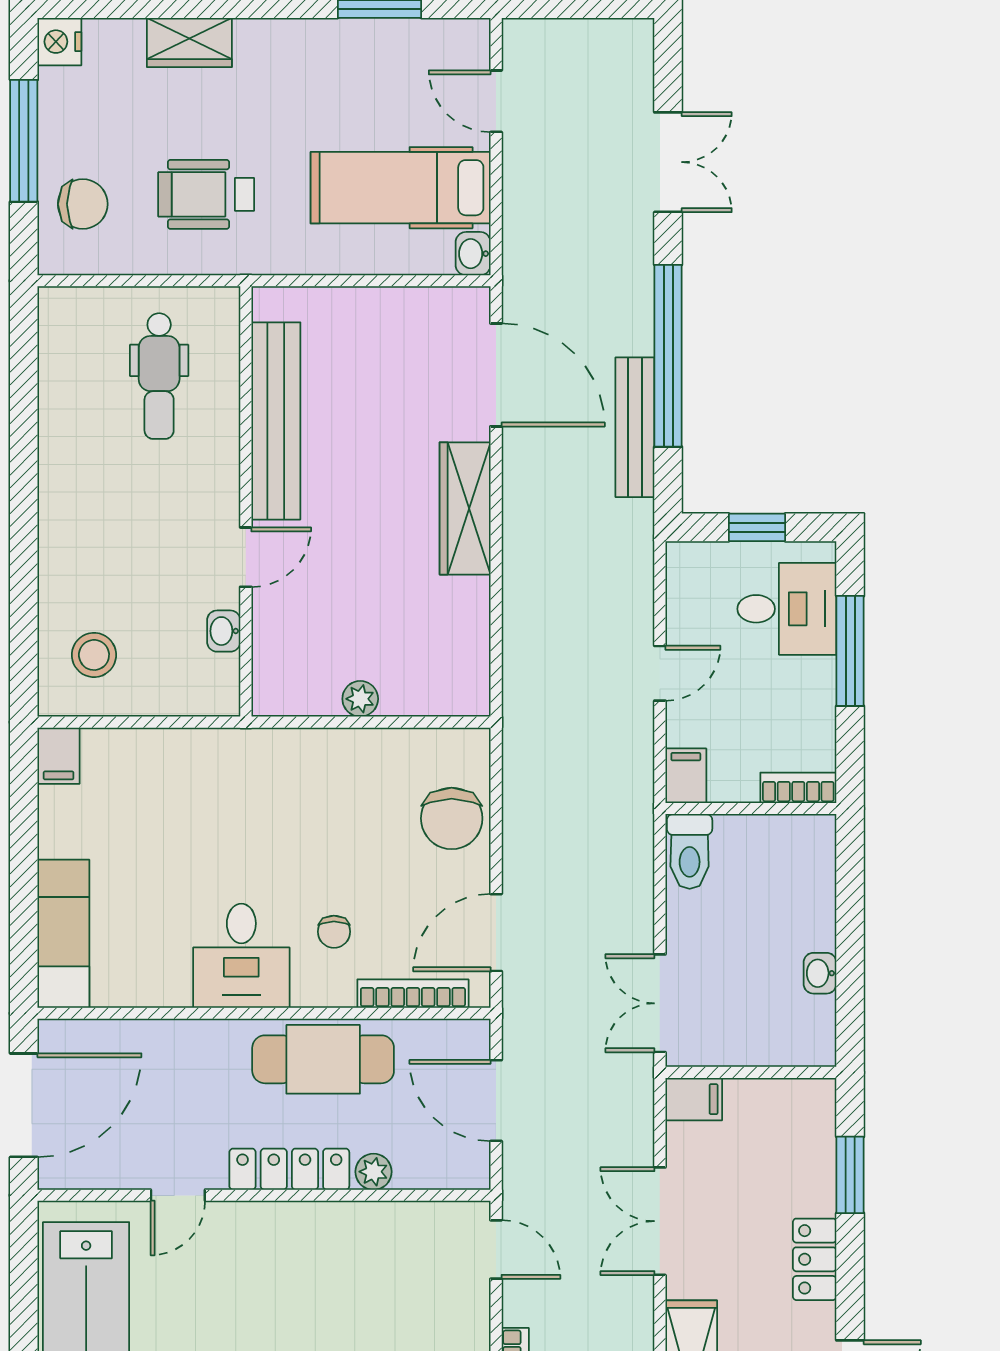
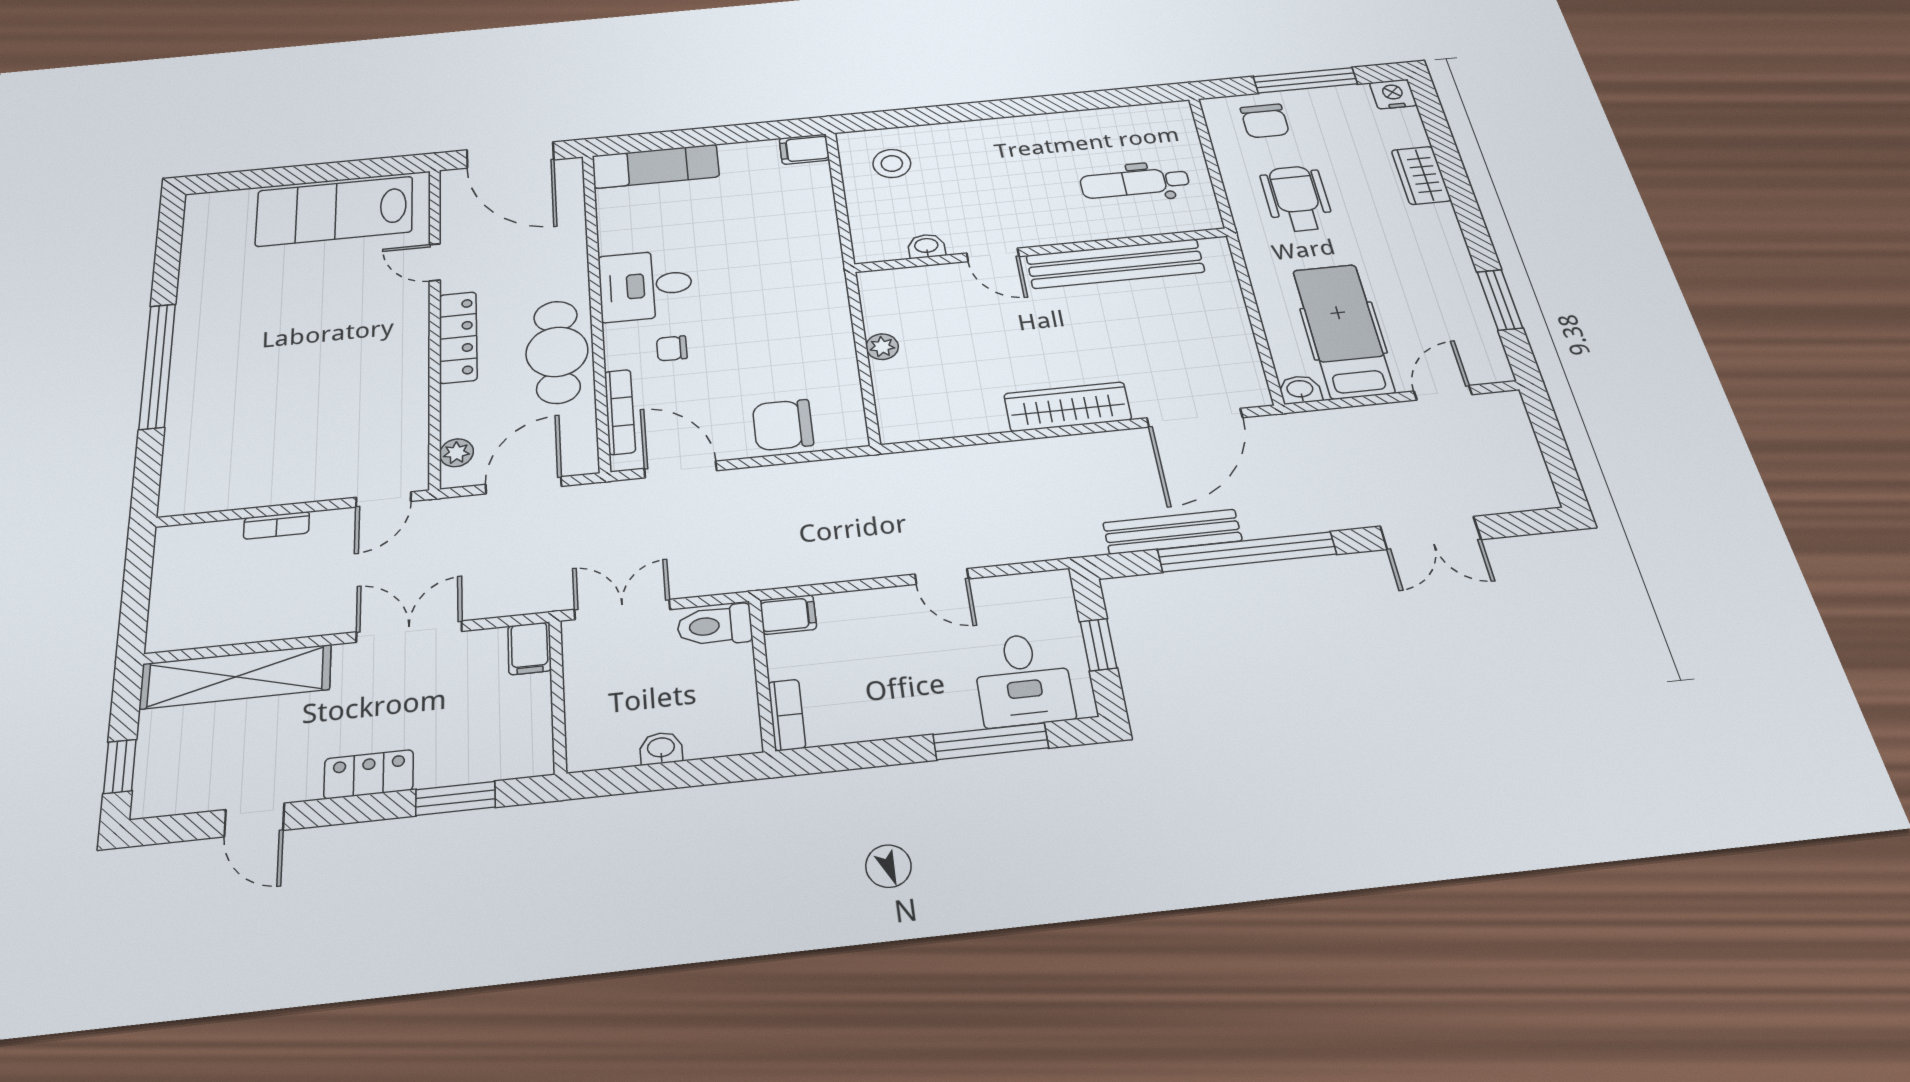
filing cabinet: (686, 776) -> (788, 615), moved
bookcase: (798, 788) -> (787, 715), moved
wall: (751, 809) -> (762, 675), moved
toilet: (690, 851) -> (715, 626), moved
plant: (373, 1172) -> (456, 453), moved

